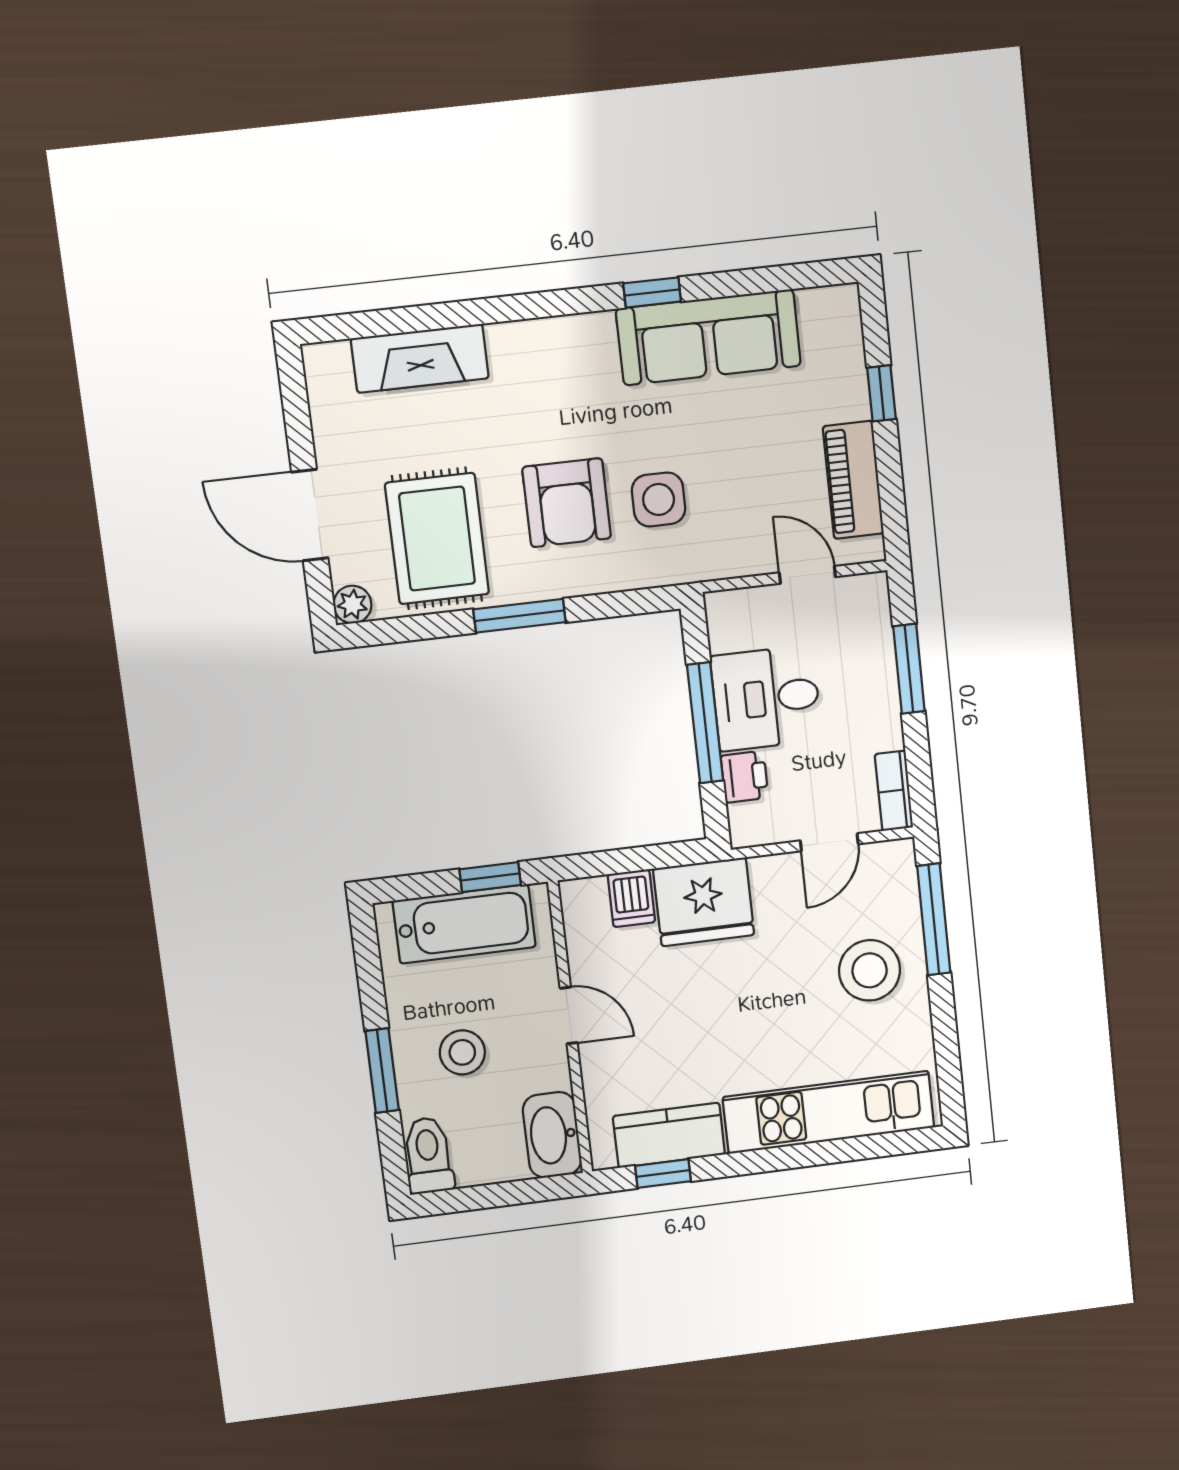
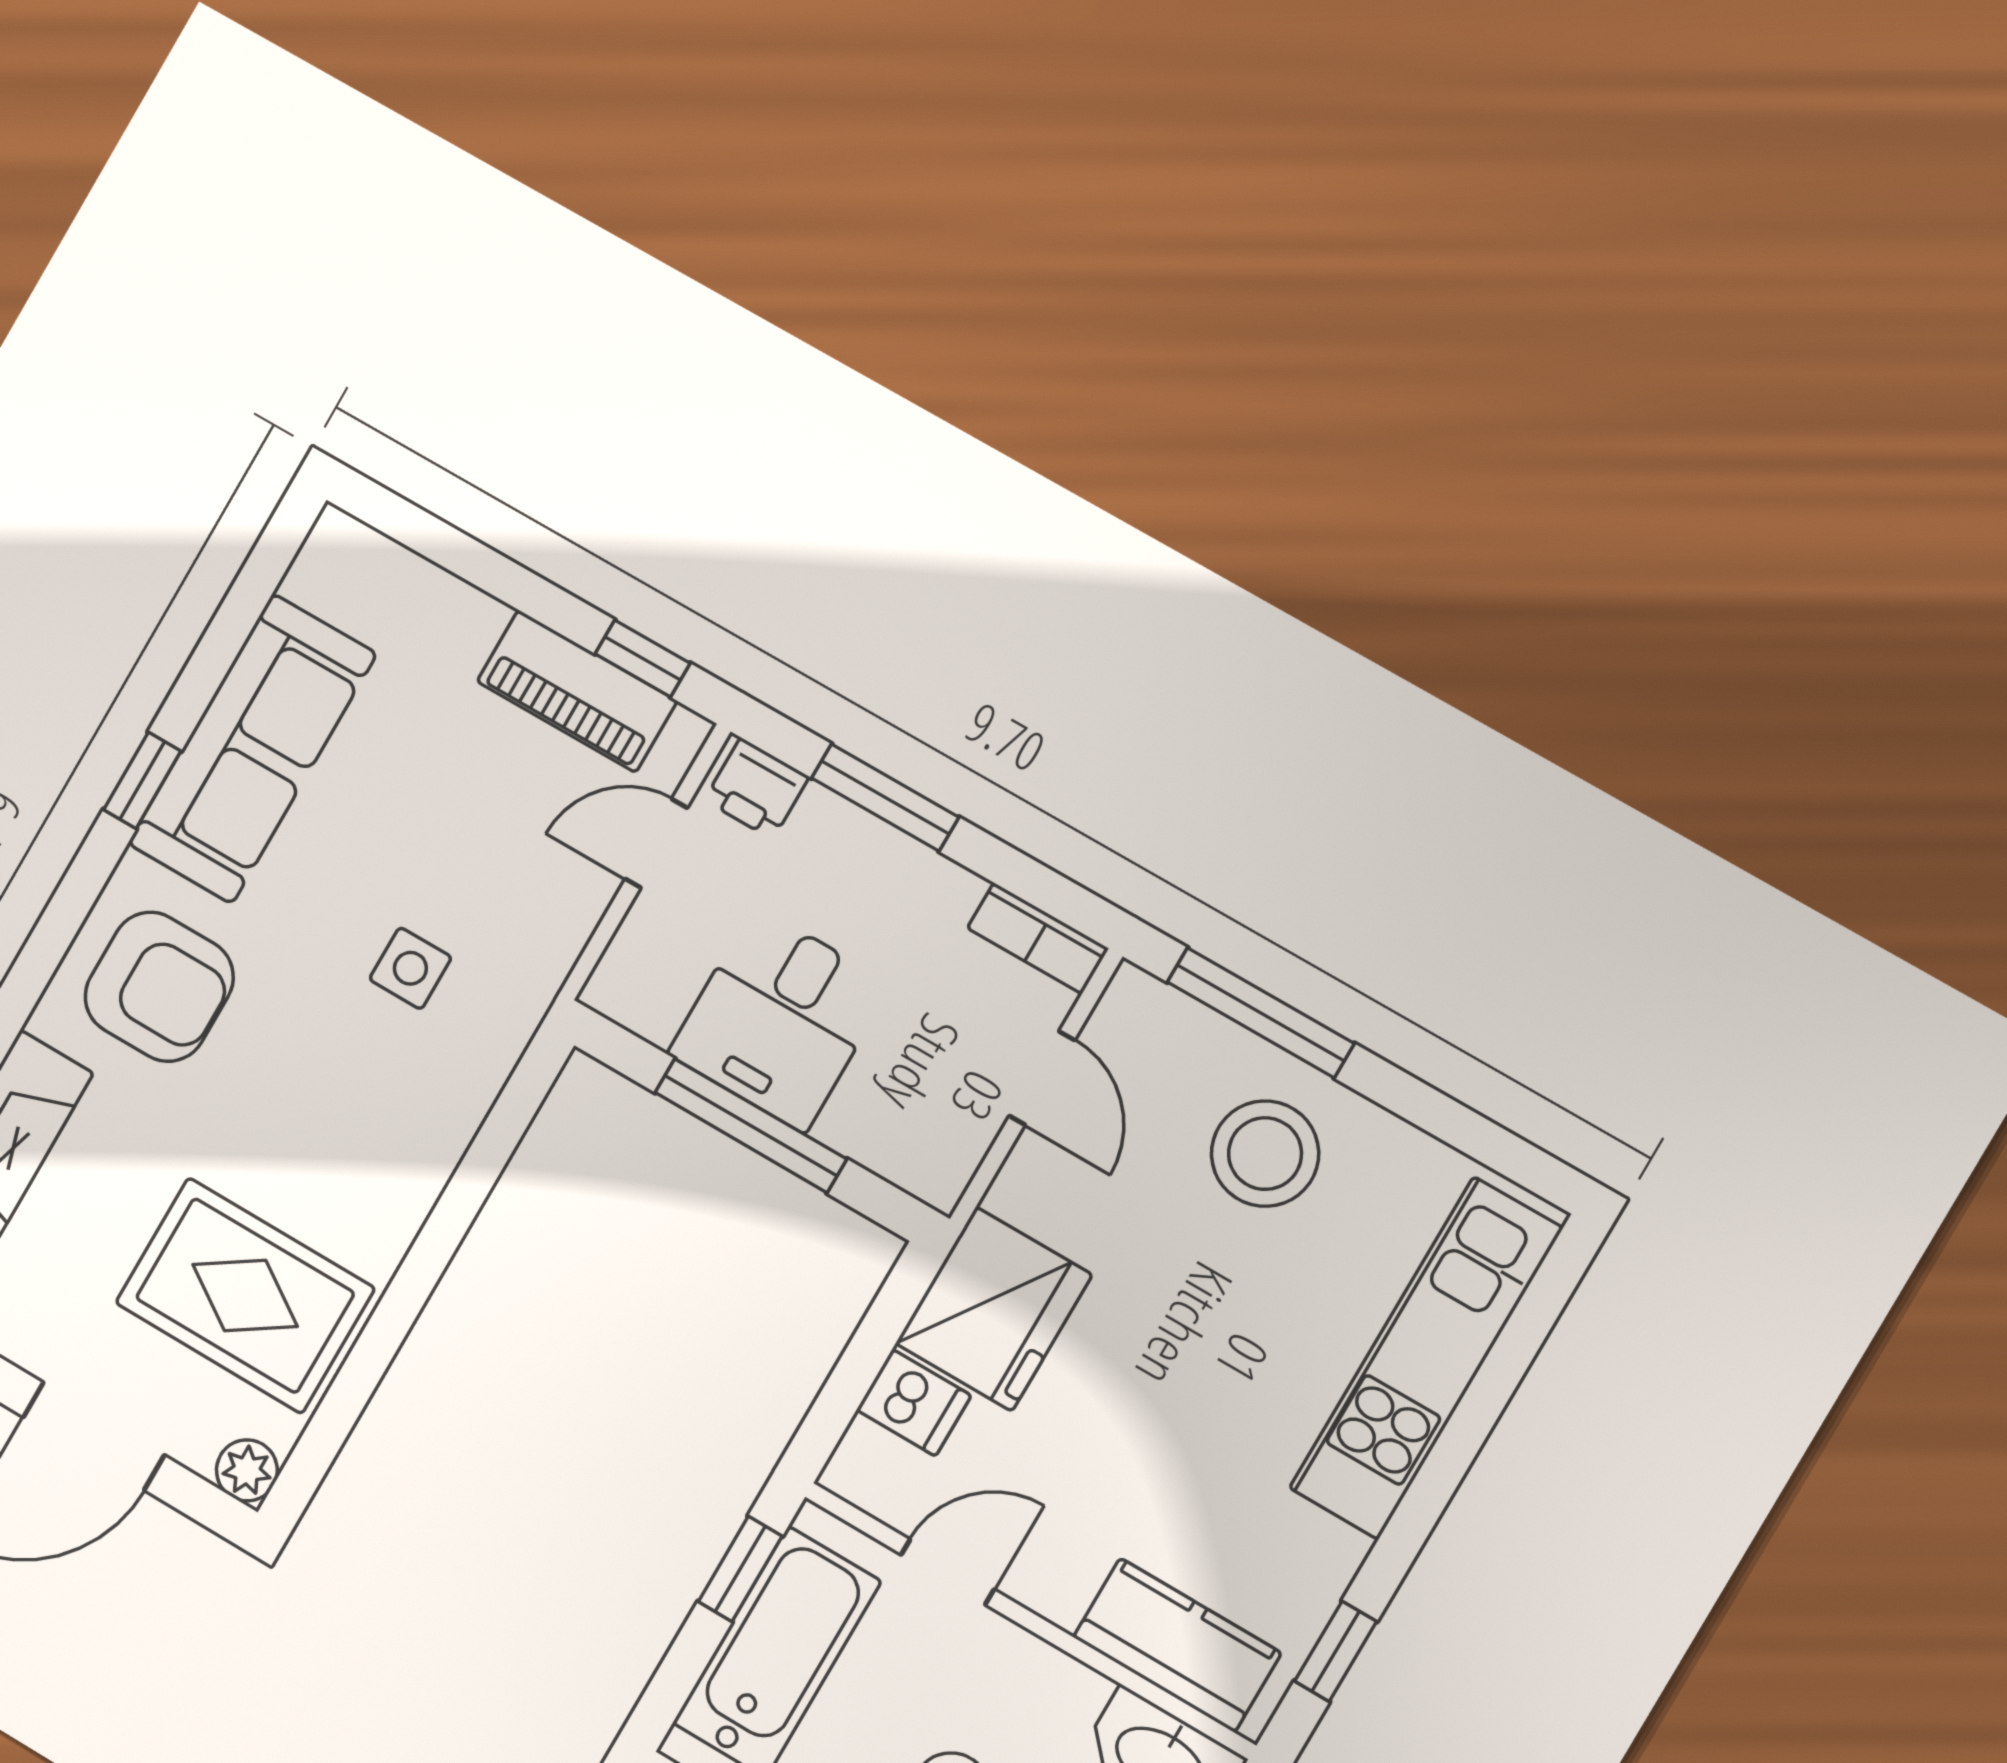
window: (882, 393) -> (643, 659), moved
side table: (659, 499) -> (410, 968), width x0.73, depth x0.73
armchair: (567, 503) -> (159, 987), moved
window: (520, 616) -> (424, 1265), removed
printer: (745, 777) -> (757, 788), moved, turned 180
door: (569, 1015) -> (948, 1572), moved
kitchen counter: (669, 1135) -> (1177, 1645), moved, turned 90

